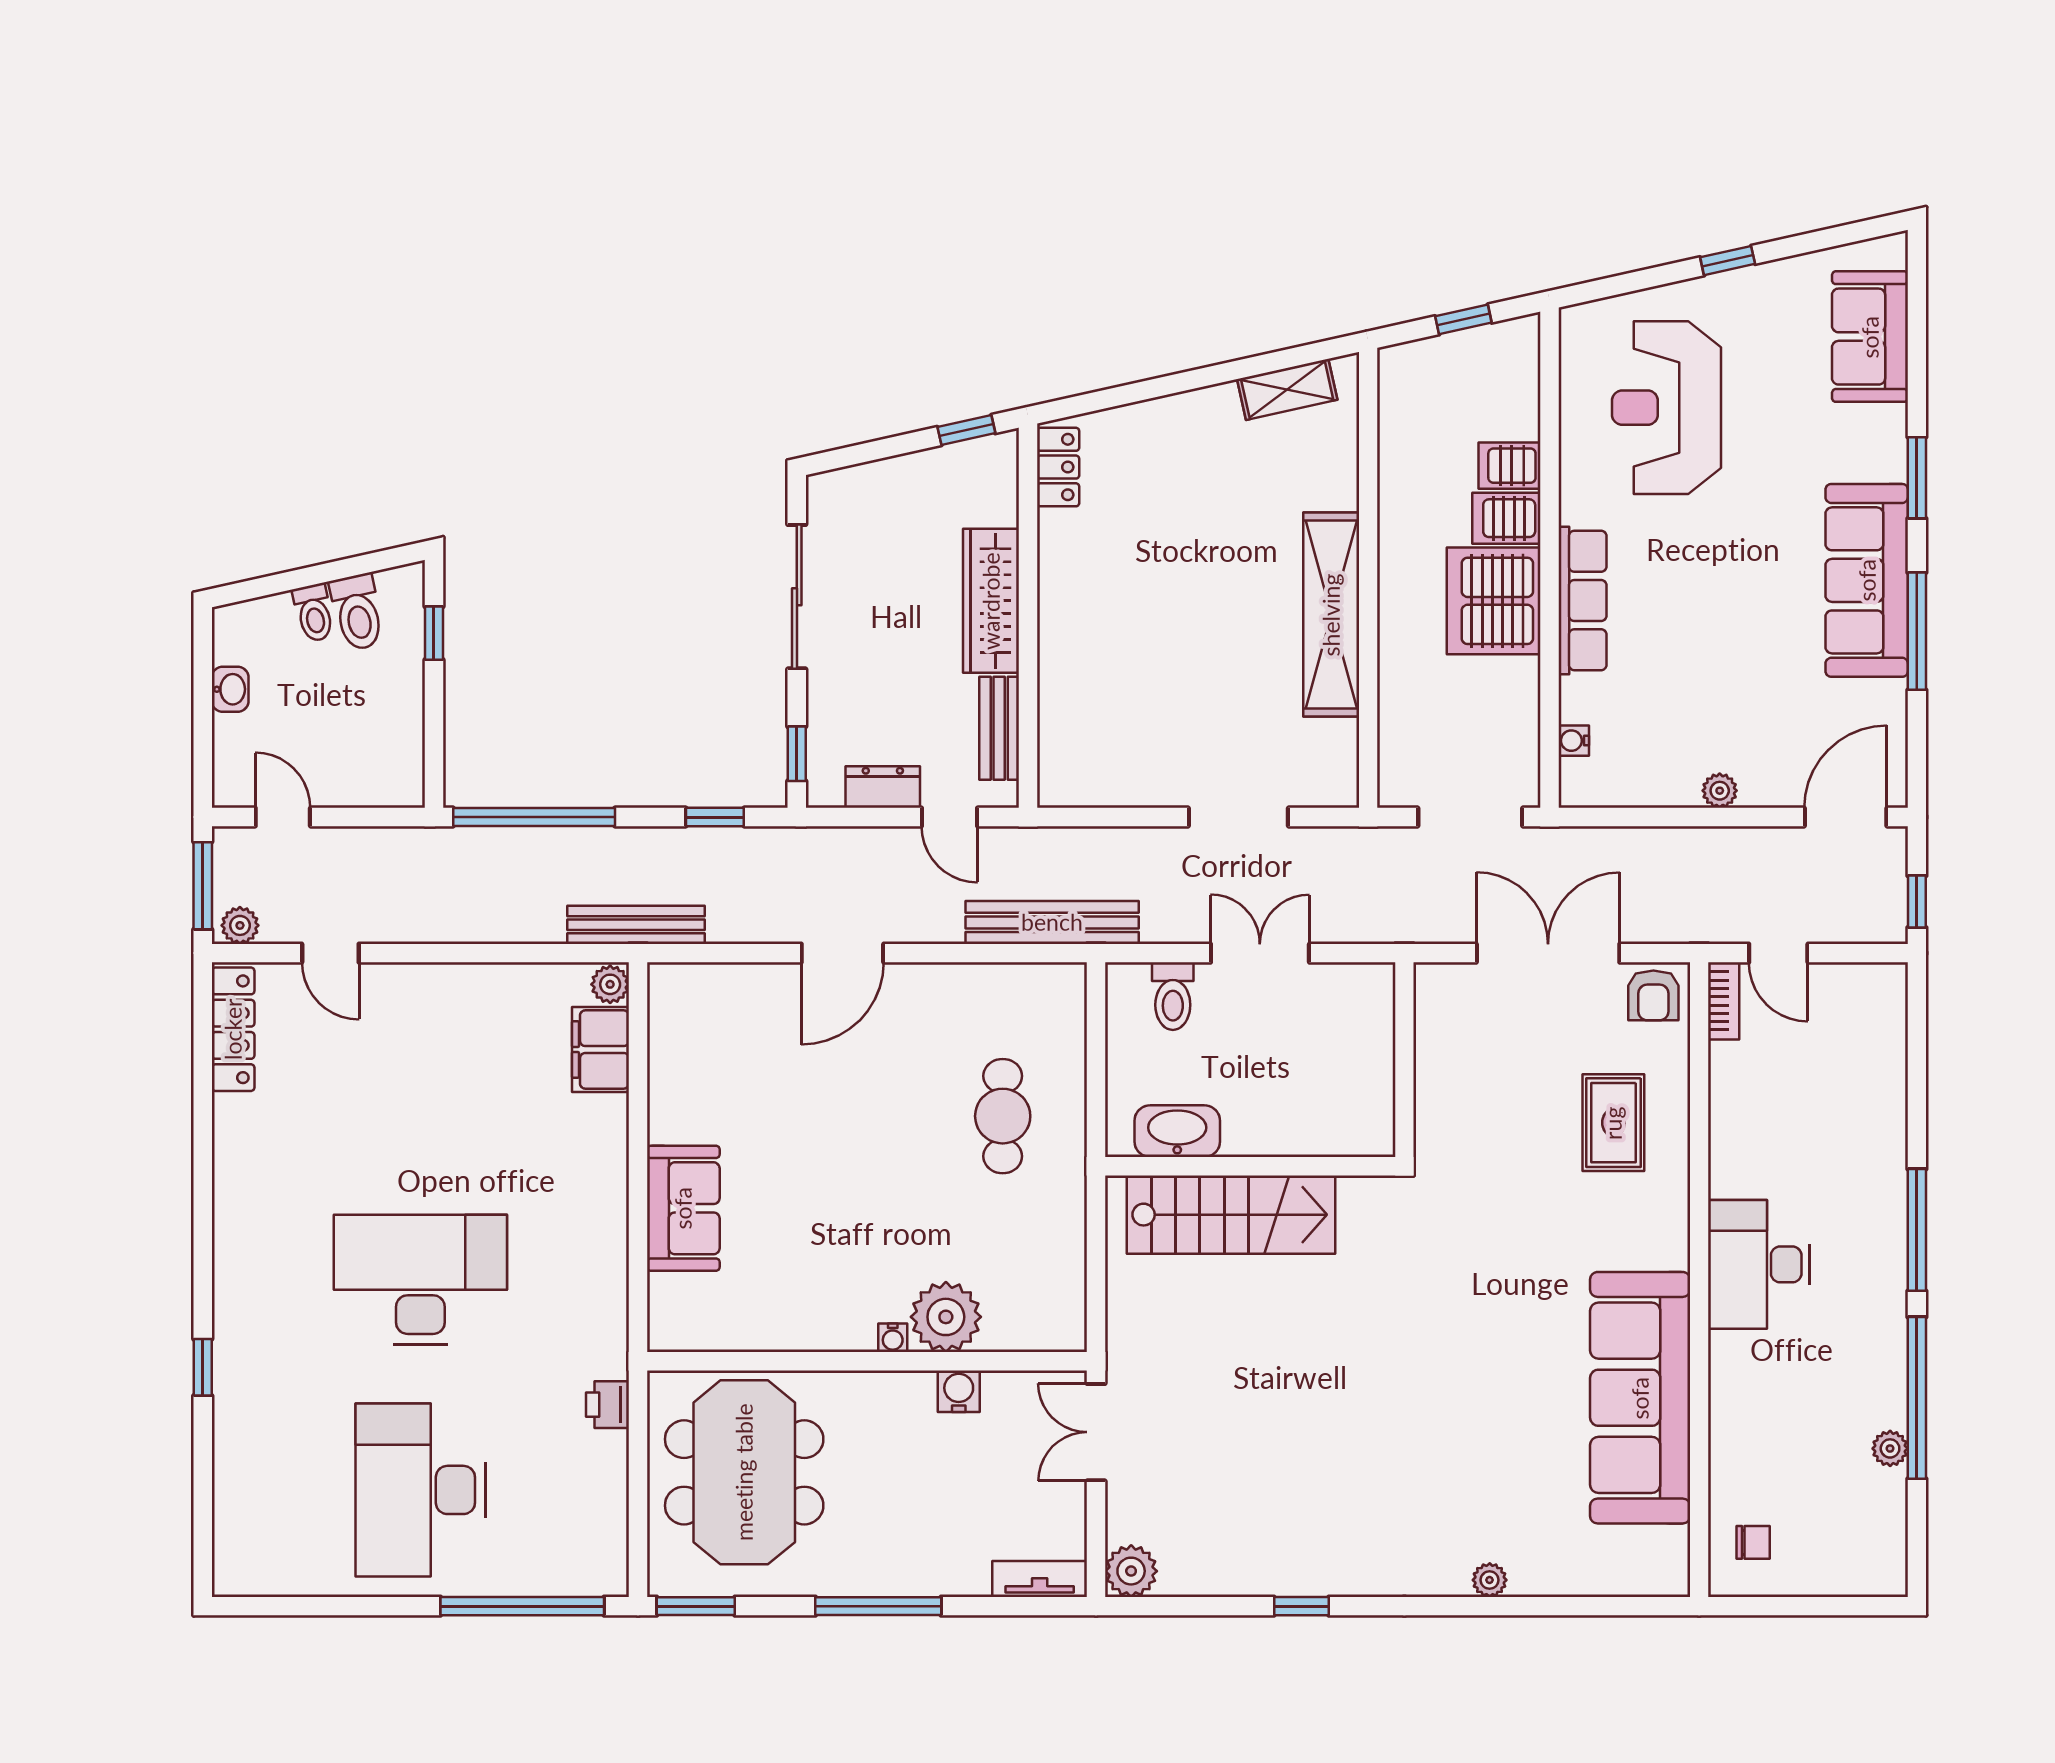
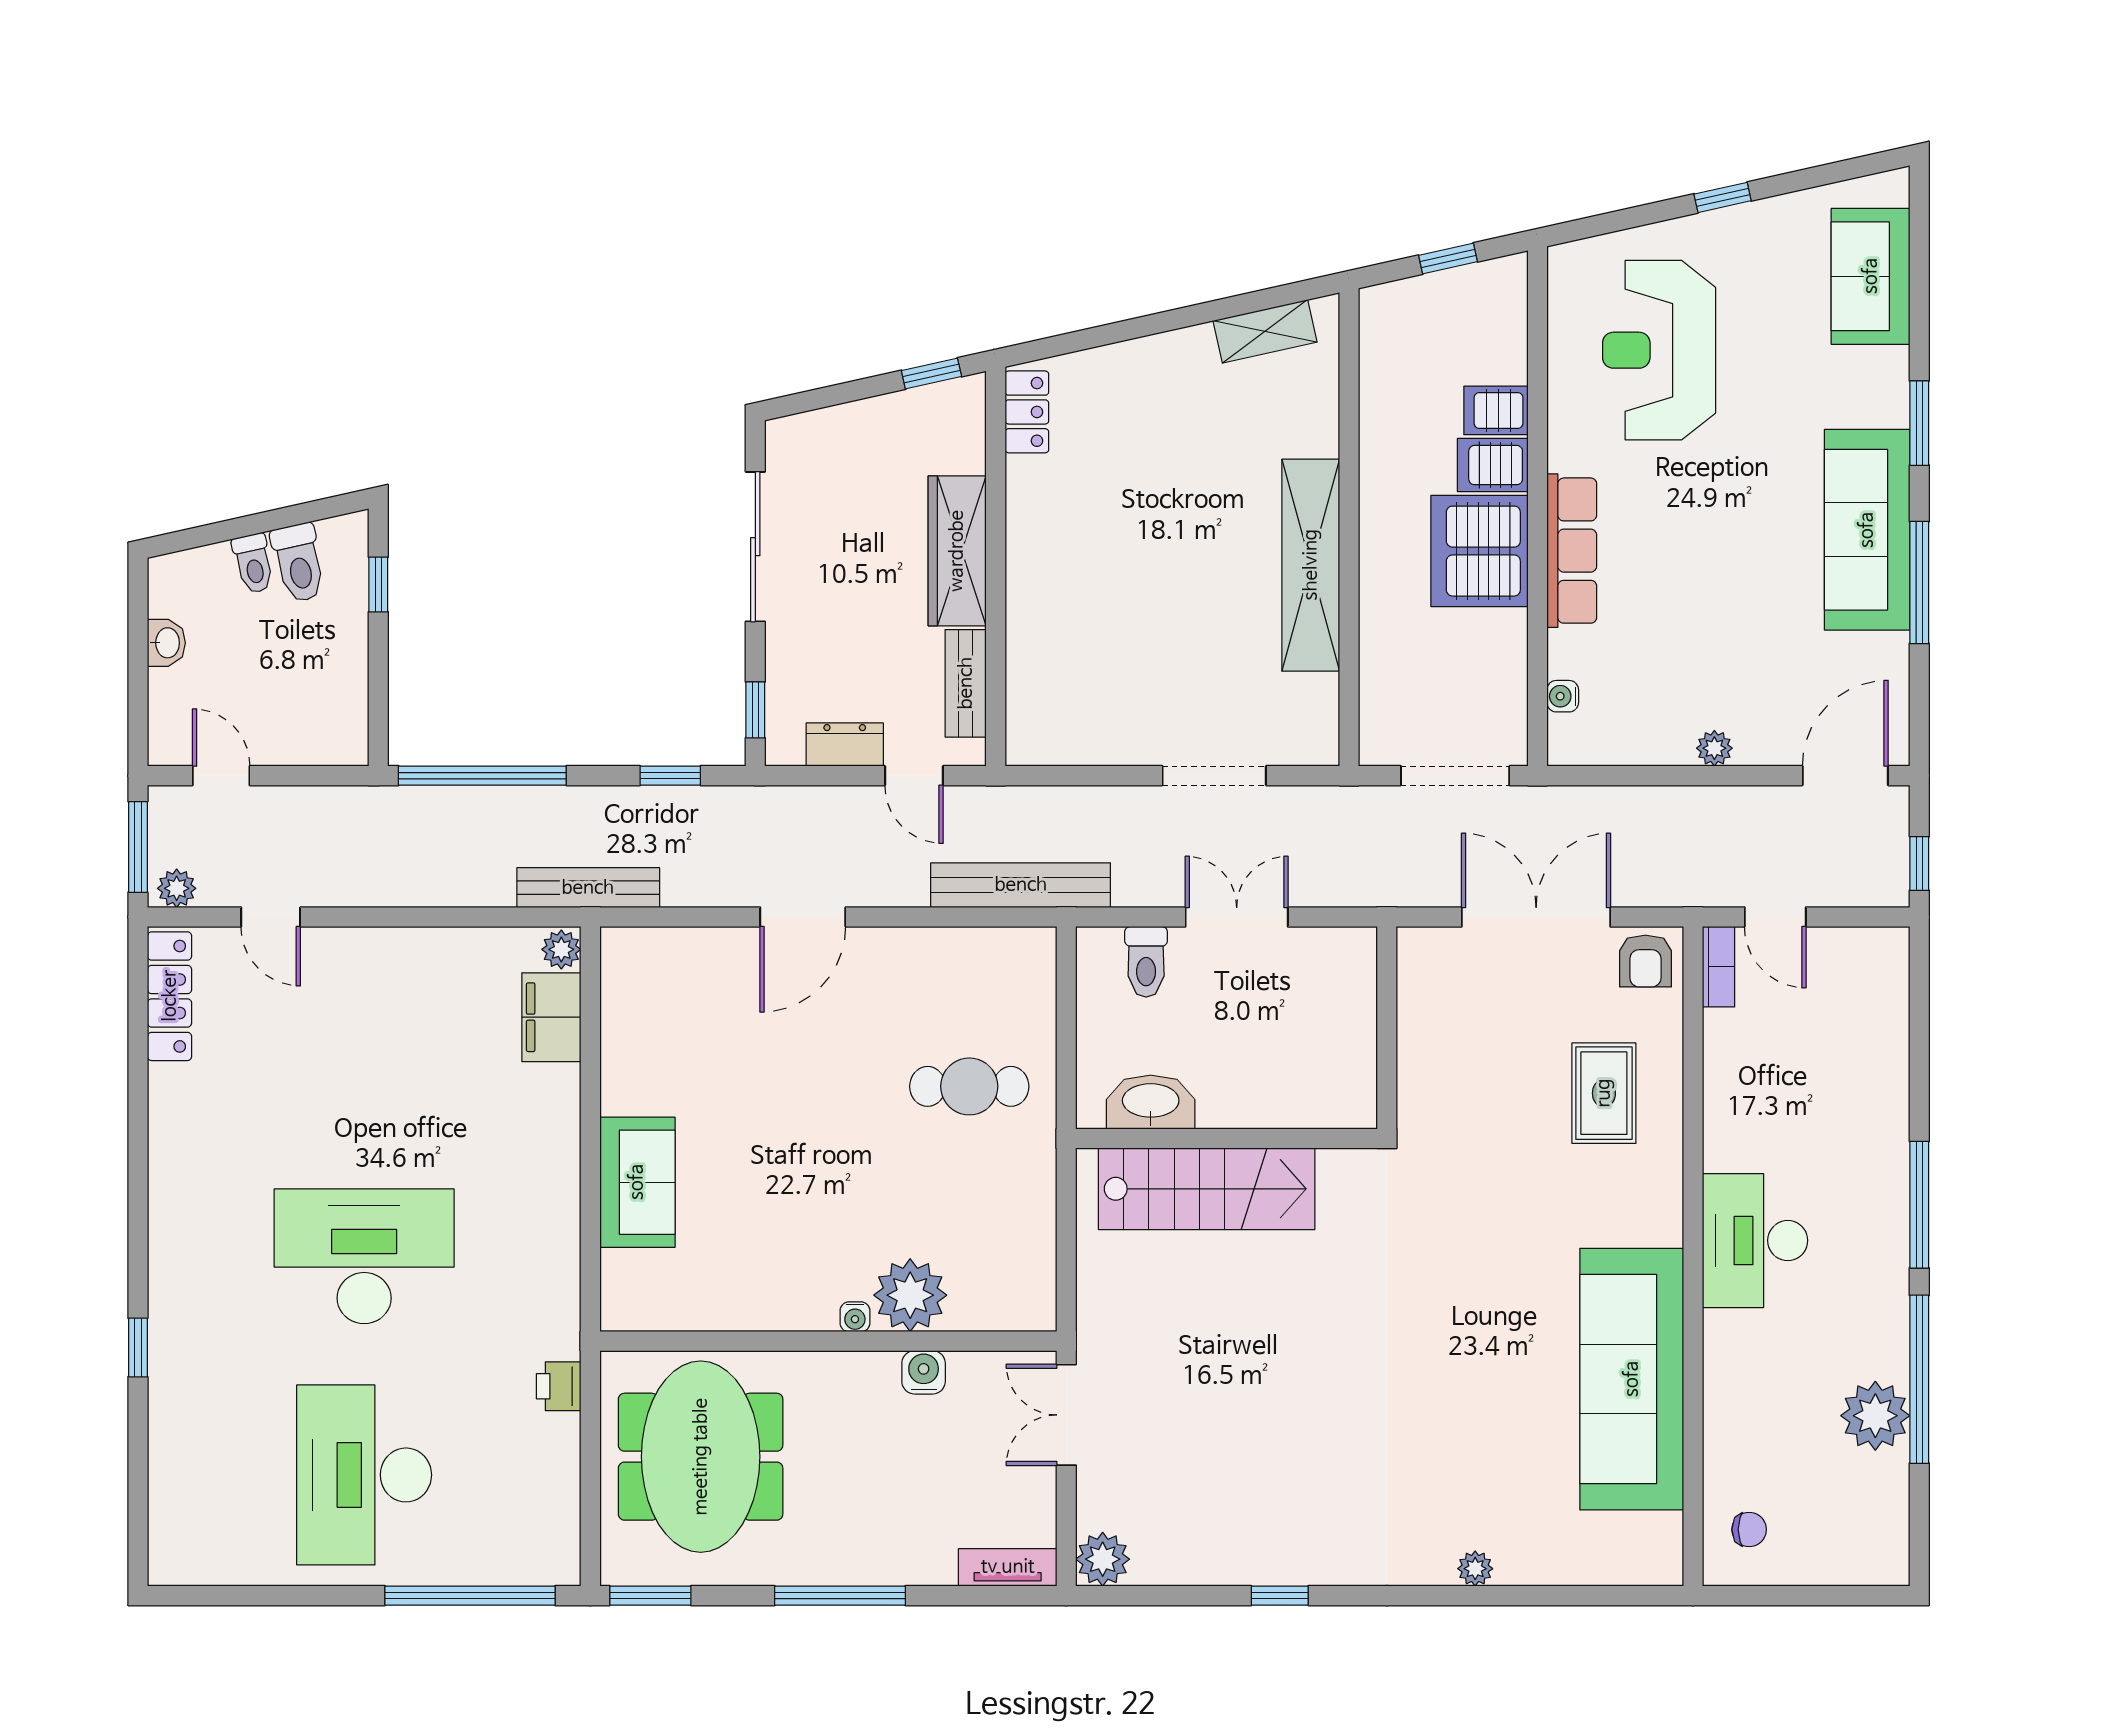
cafe table: (1003, 1116) -> (969, 1086), turned 90
plant: (1890, 1448) -> (1875, 1416), width x1.88, depth x1.88

